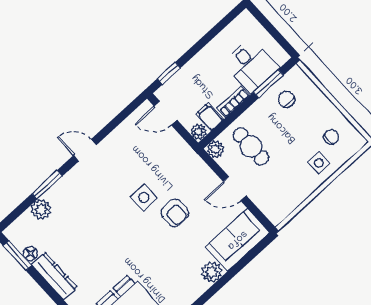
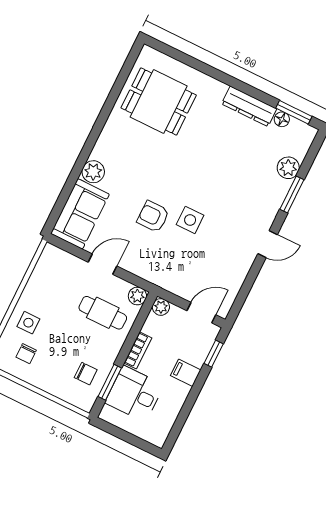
filing cabinet: (210, 117) -> (186, 373), moved, turned 180

